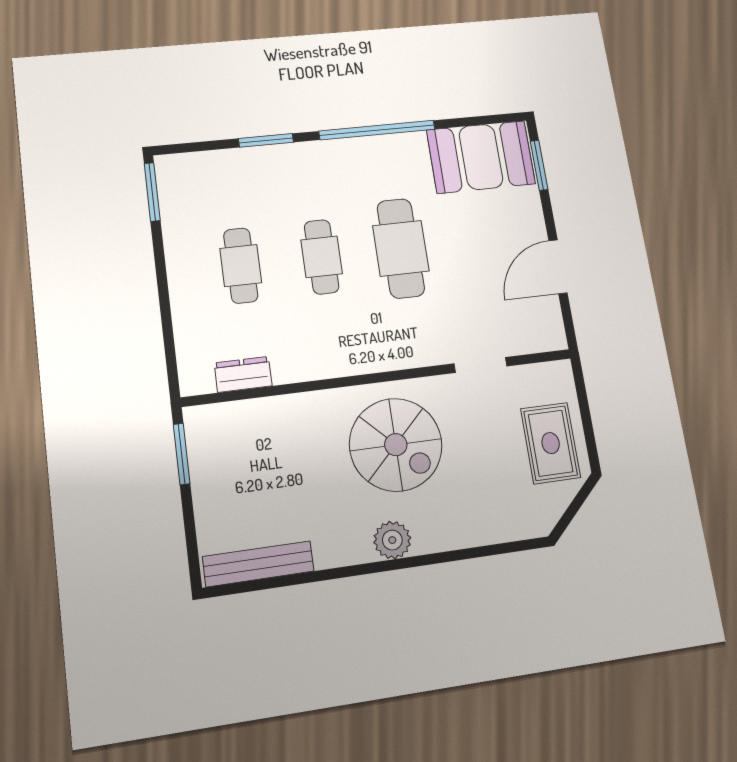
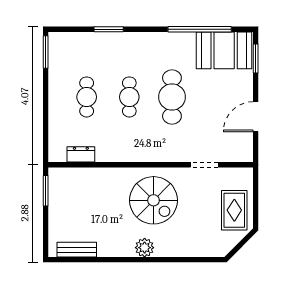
window: (377, 130) -> (200, 29), moved
bench: (258, 564) -> (77, 250), width x0.73

